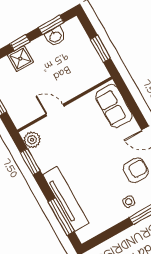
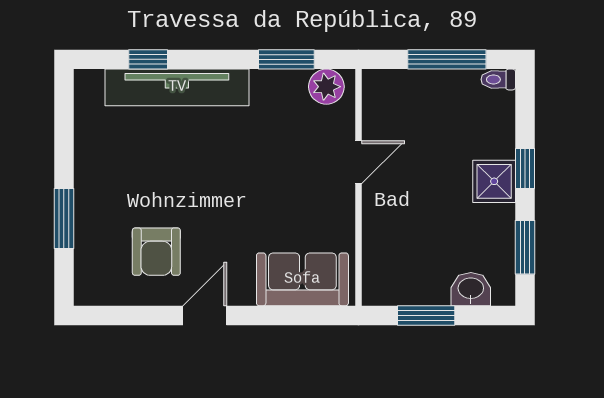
washbasin: (55, 36) -> (471, 289), moved, turned 90
shower: (20, 59) -> (494, 181), moved
side table: (129, 202) -> (104, 204), removed
window: (61, 217) -> (148, 59), width x0.46

